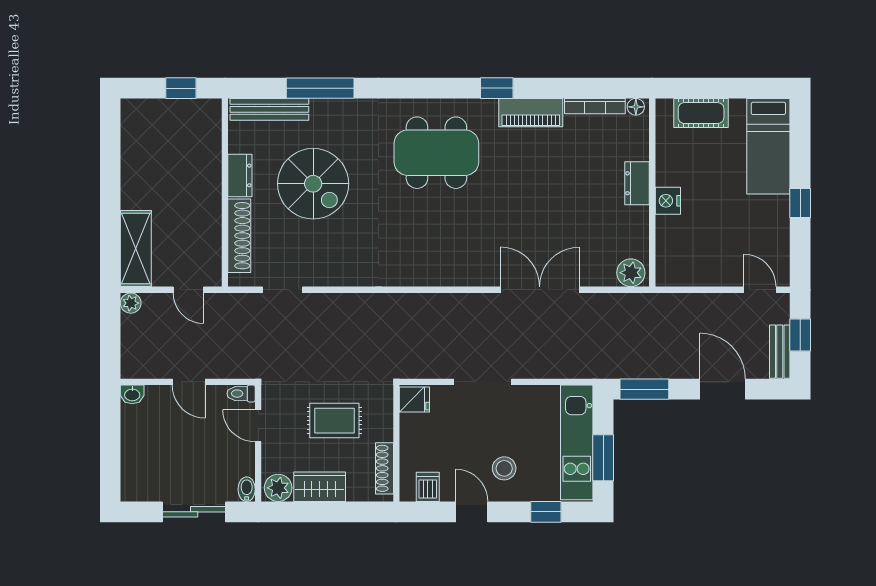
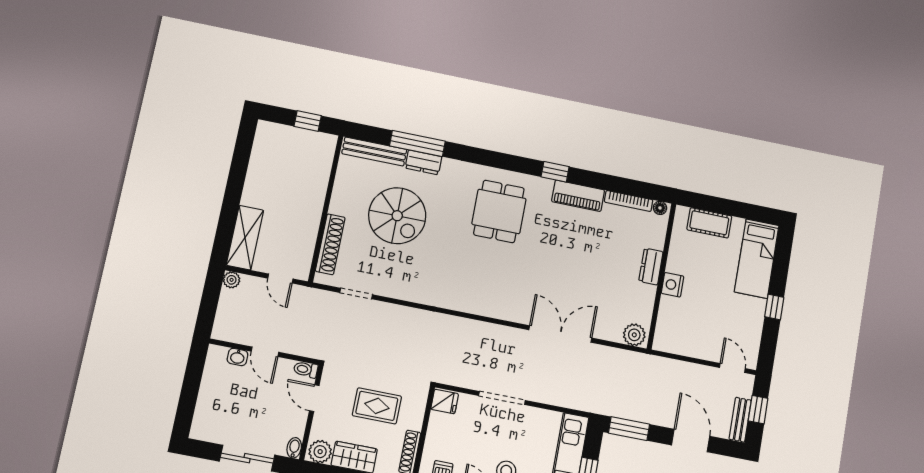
dining table: (436, 153) -> (499, 211), width x0.73
dresser: (240, 175) -> (423, 162), moved, turned 90
washbasin: (132, 394) -> (237, 357), moved

